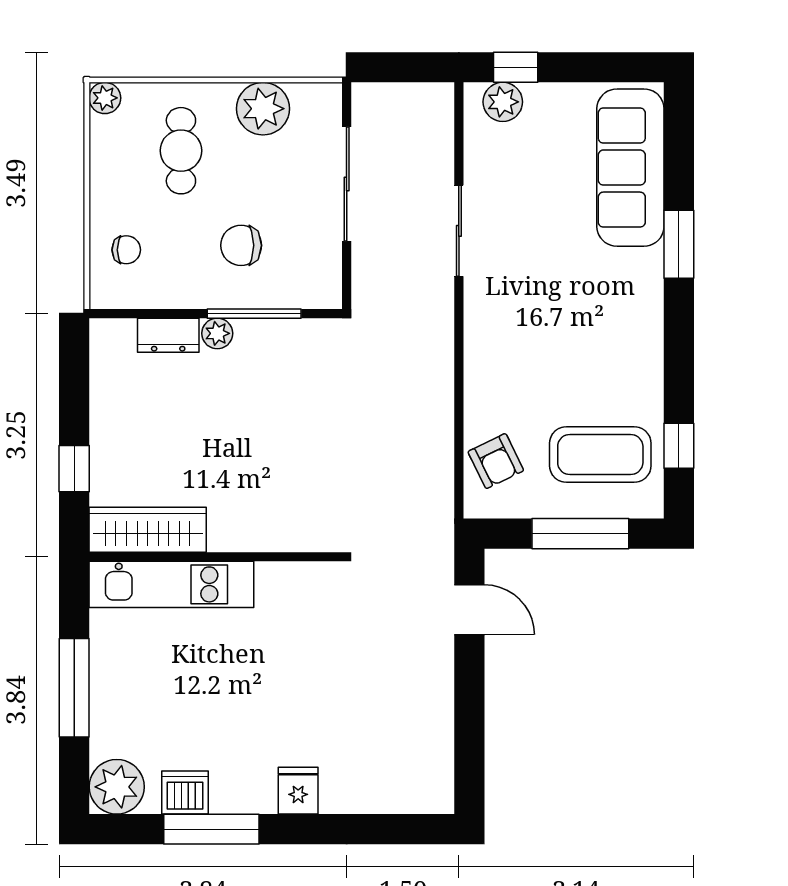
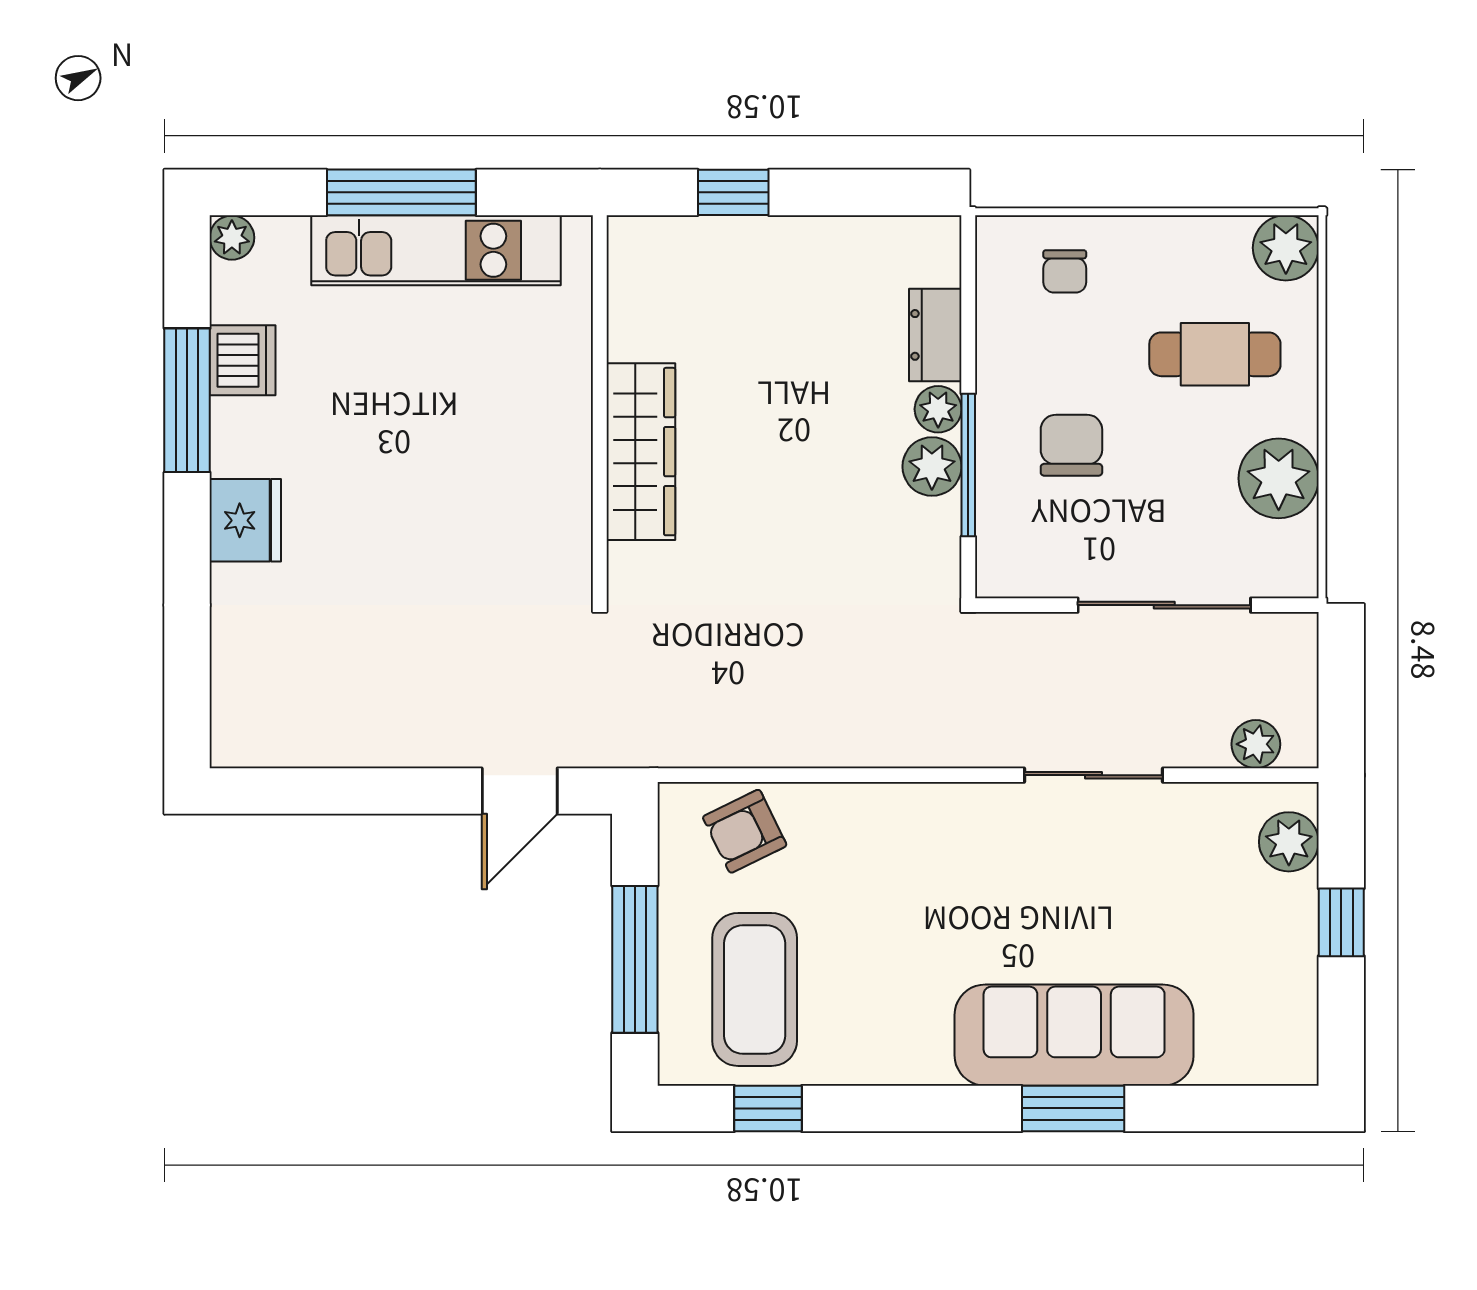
window: (516, 67) -> (1341, 922), moved
plant: (105, 98) -> (1286, 248), width x1.38, depth x1.38
plant: (438, 124) -> (1256, 744), added
sofa: (630, 168) -> (1074, 1035), moved
plant: (255, 337) -> (932, 467), added
wardrobe: (148, 530) -> (641, 452), moved
kitchen unit: (171, 584) -> (436, 250), moved, turned -90
plant: (117, 787) -> (232, 238), width x0.53, depth x0.53
fridge: (298, 791) -> (245, 520), width x1.38

